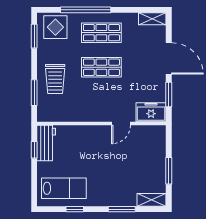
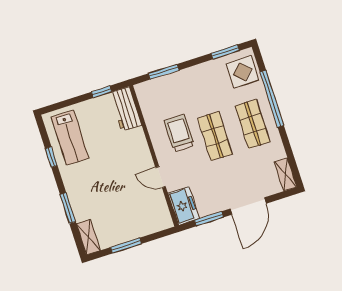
trolley: (55, 79) -> (179, 133), moved, turned 90
workbench: (46, 143) -> (125, 109), moved, turned 90

